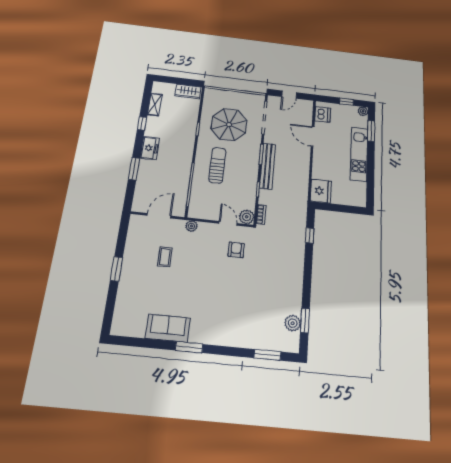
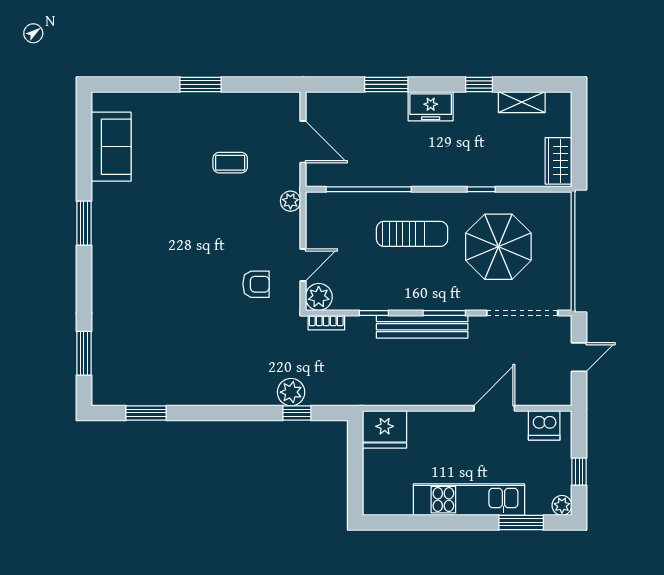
door: (289, 95) -> (579, 357), swing flipped
plant: (293, 323) -> (291, 392), moved
sofa: (168, 328) -> (111, 147), moved

